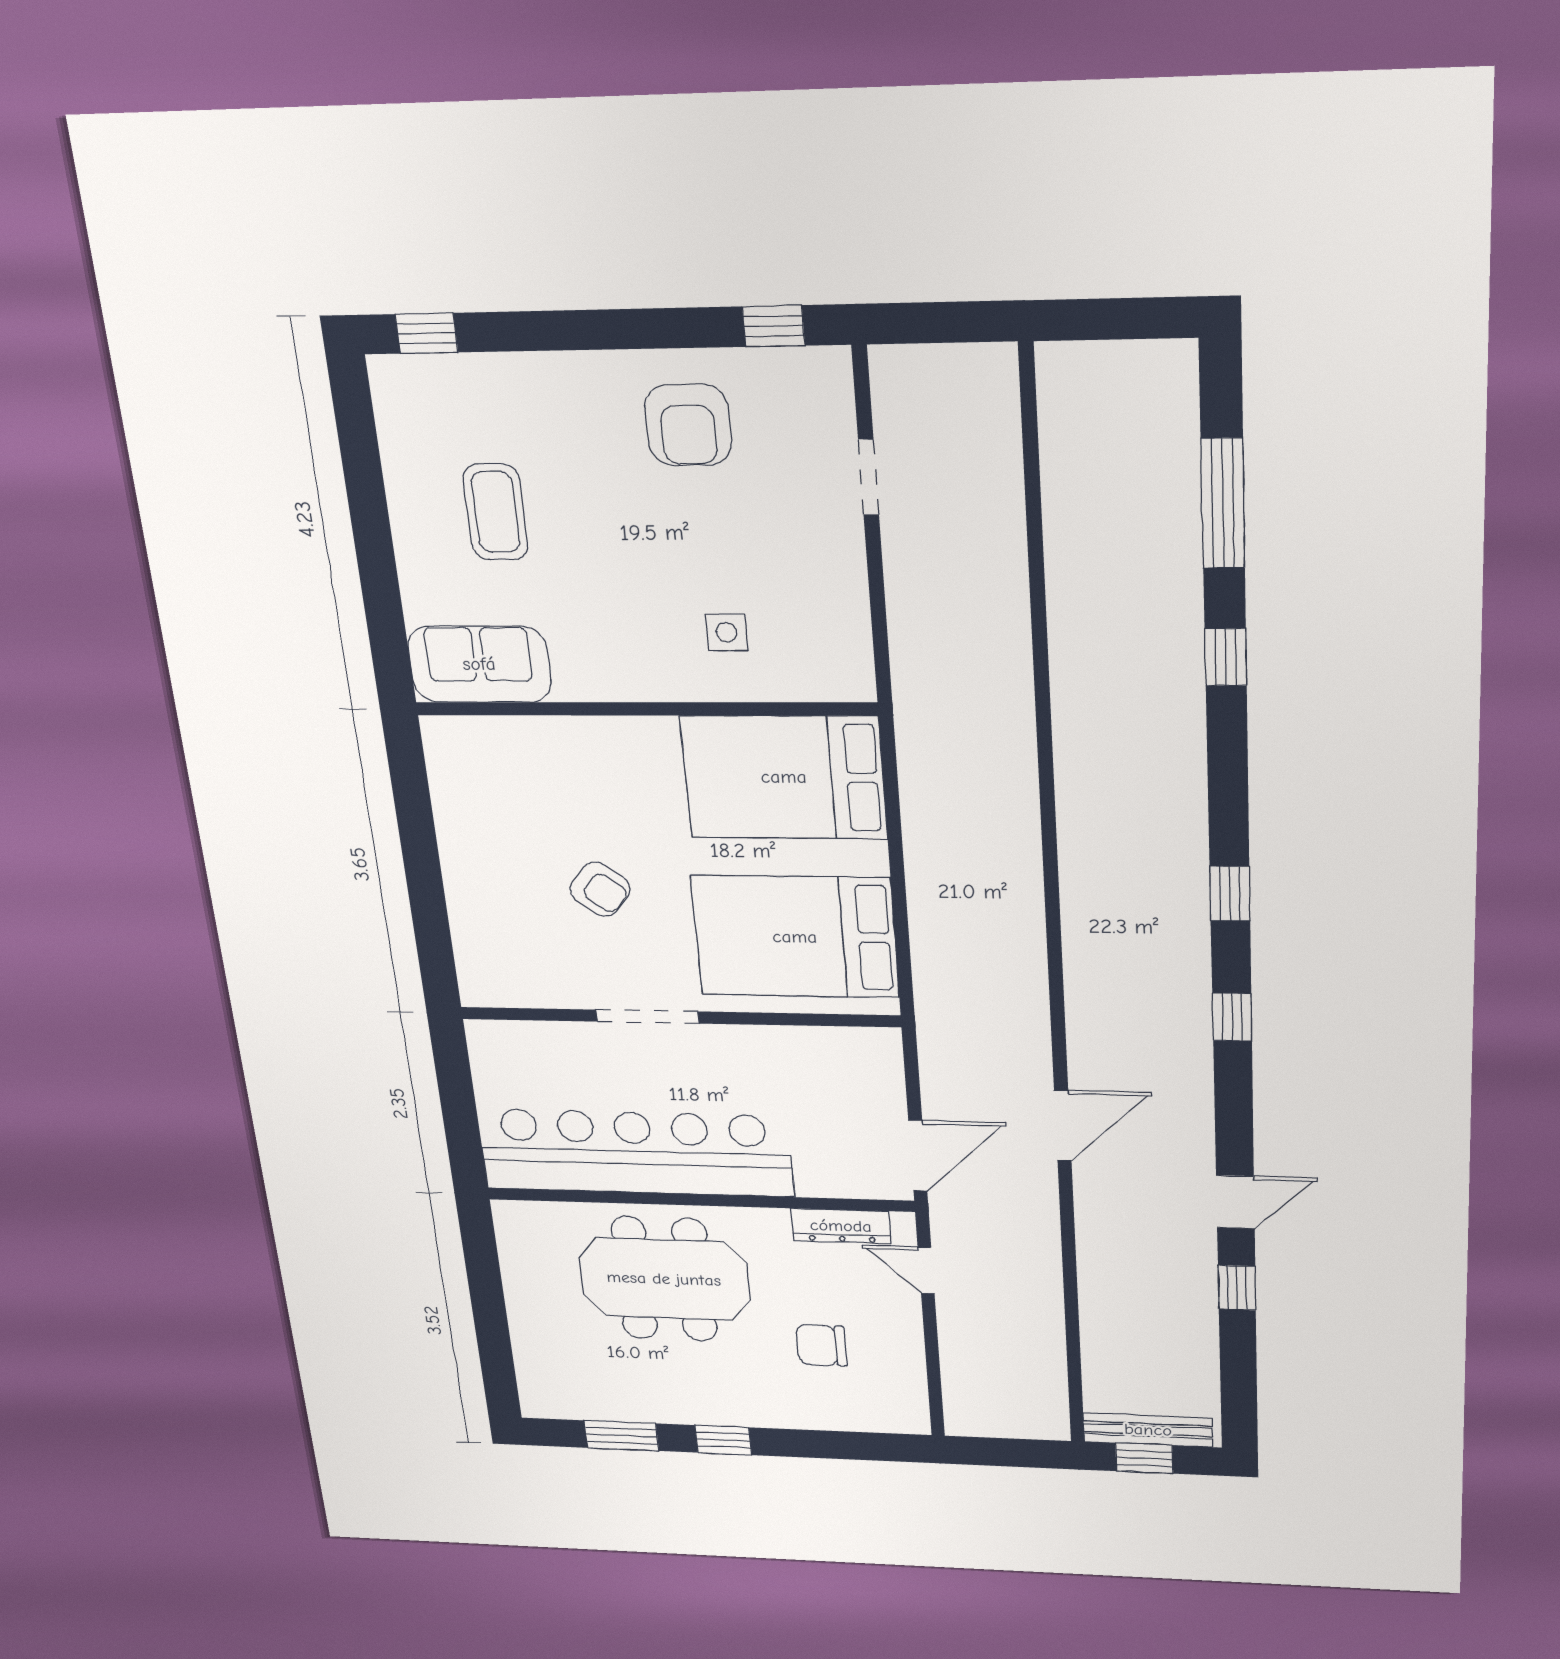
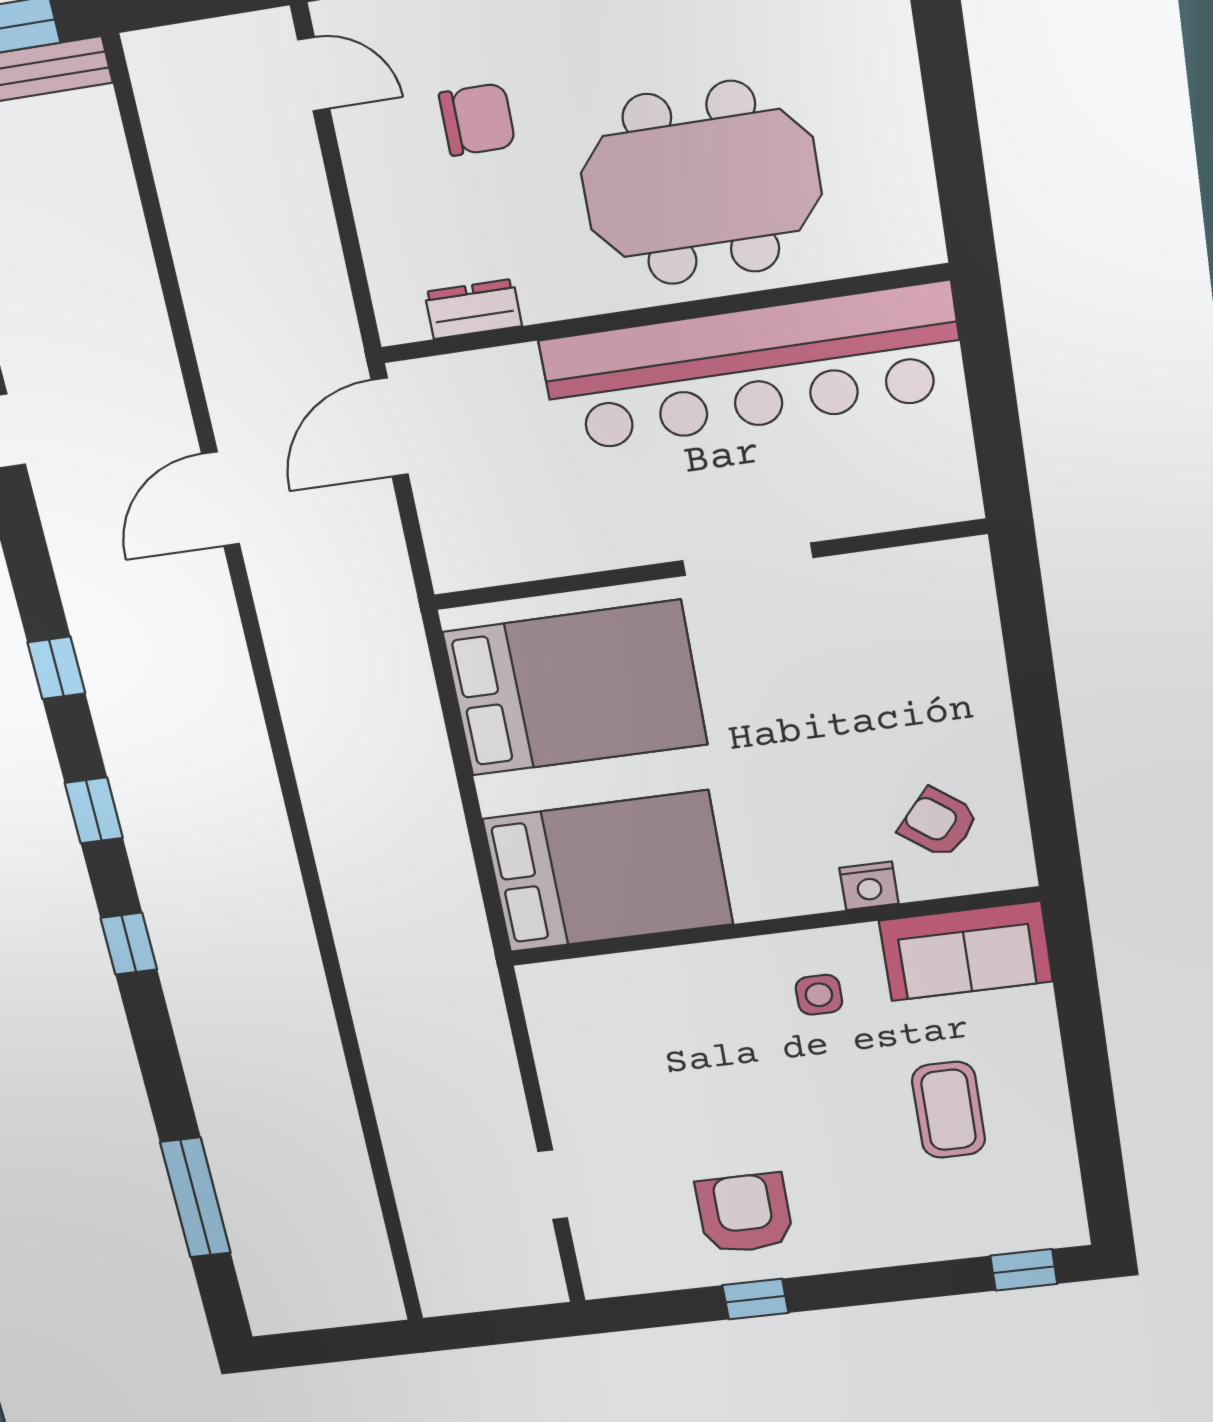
window: (774, 326) -> (755, 1299), moved
side table: (726, 632) -> (819, 995), moved
window: (1226, 657) -> (129, 944), moved
nightstand: (561, 735) -> (869, 886), added
armchair: (600, 889) -> (939, 823), moved
dresser: (841, 1226) -> (473, 309), width x0.70
door: (926, 1270) -> (314, 74), moved

